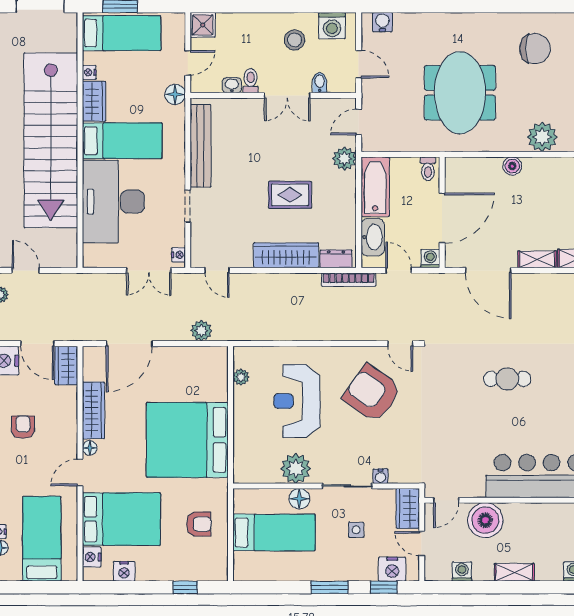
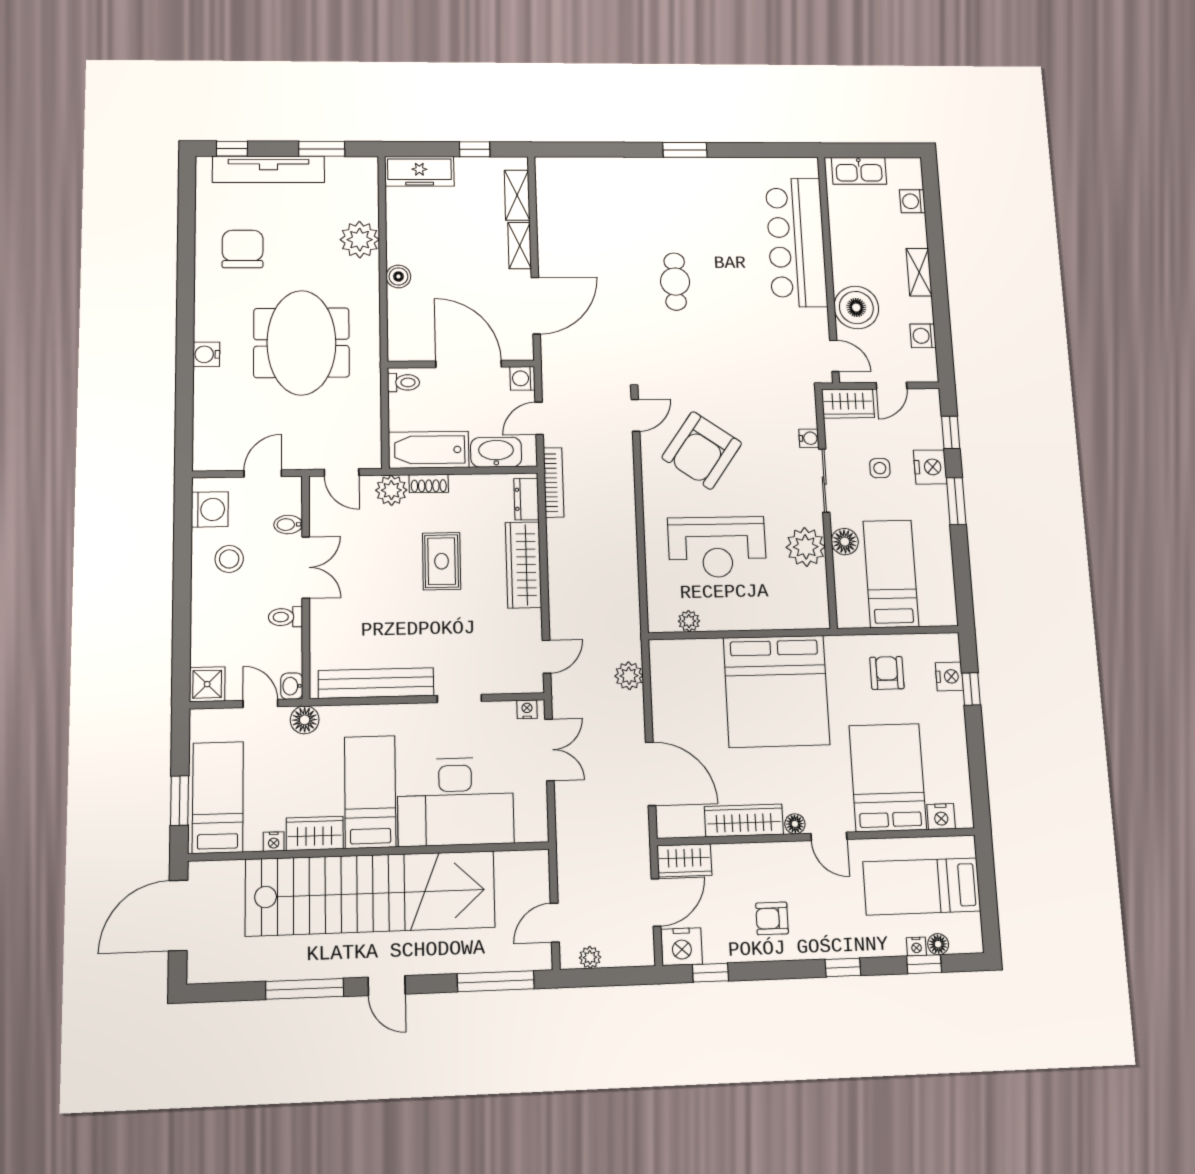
water cooler: (382, 22) -> (206, 354), moved
washbasin: (232, 85) -> (292, 686), moved
meeting table: (460, 93) -> (301, 343), turned 90
shoe rack: (349, 186) -> (429, 483), added
nightstand: (392, 569) -> (930, 467), moved
nightstand: (124, 571) -> (949, 676), moved

